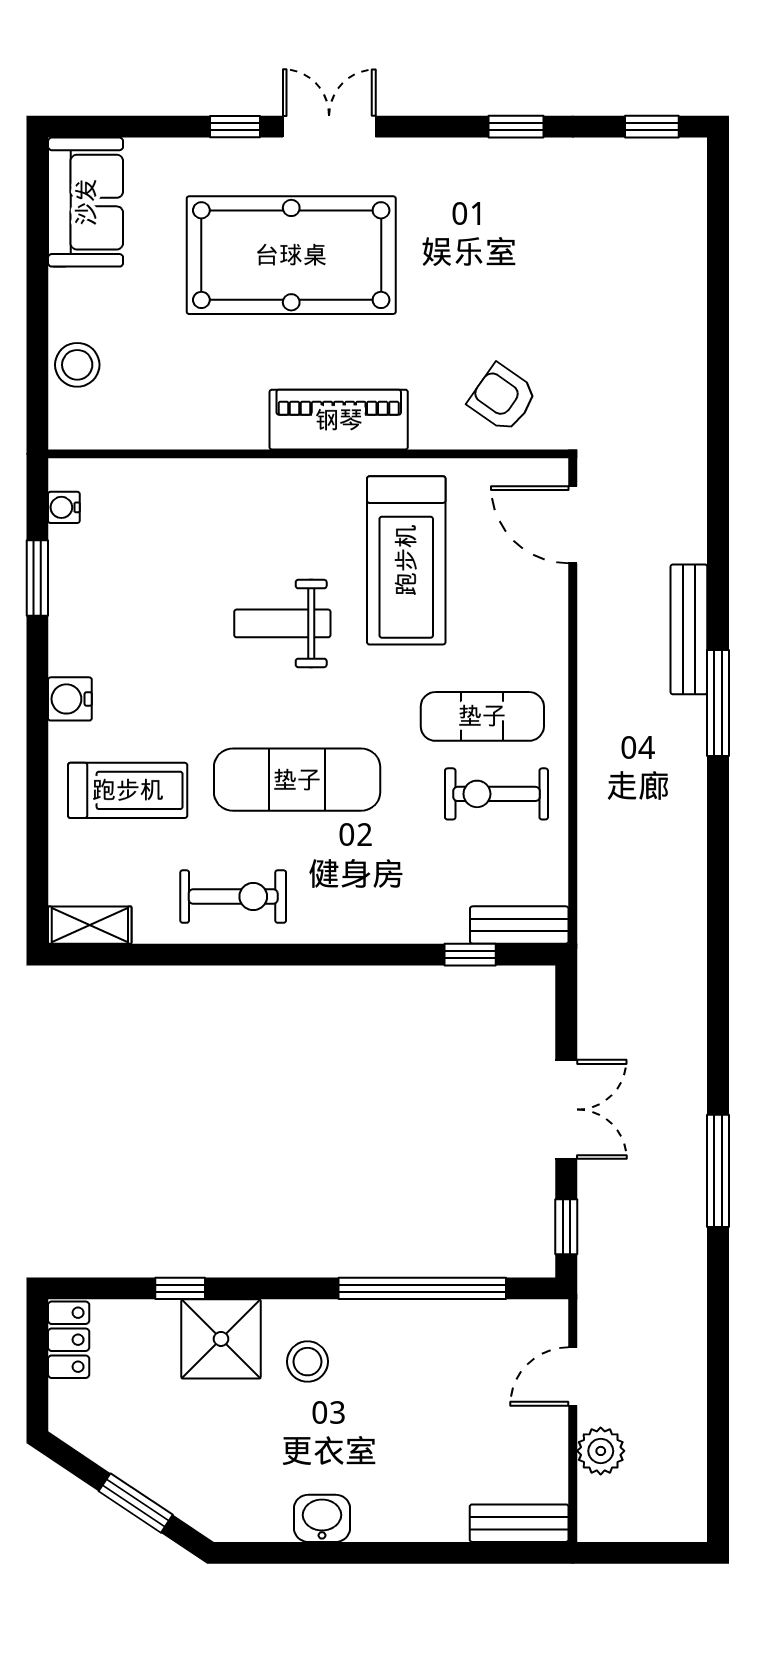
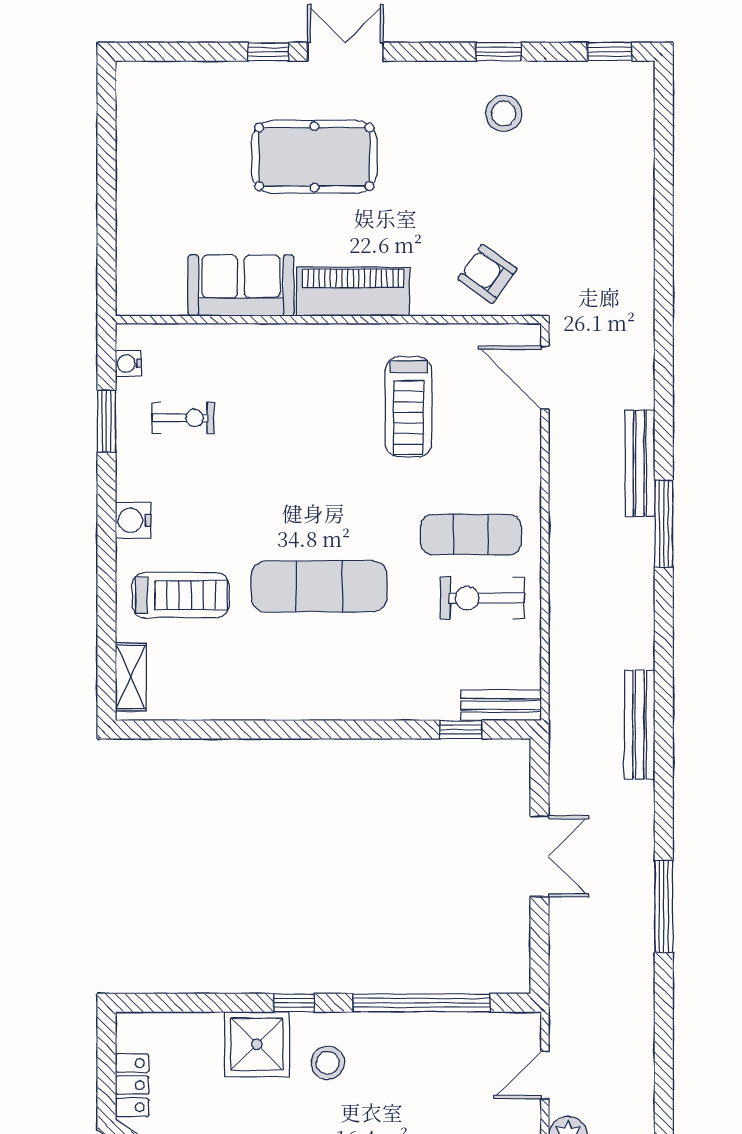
sofa: (86, 202) -> (241, 285), moved, turned -90
pool table: (291, 255) -> (314, 157), width x0.73, depth x0.76
stool: (77, 365) -> (504, 113), moved
treadmill: (406, 560) -> (408, 407), width x0.73, depth x0.73
weight bench: (282, 623) -> (307, 458), removed
exercise bike: (233, 897) -> (183, 418), moved, width x0.73, depth x0.72
shelving: (90, 925) -> (131, 677), moved, turned 90
bench: (688, 949) -> (640, 725), added
window: (566, 1227) -> (539, 952), removed
window: (180, 1288) -> (294, 1003), moved
locker: (69, 1340) -> (132, 1085), moved

